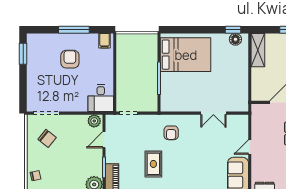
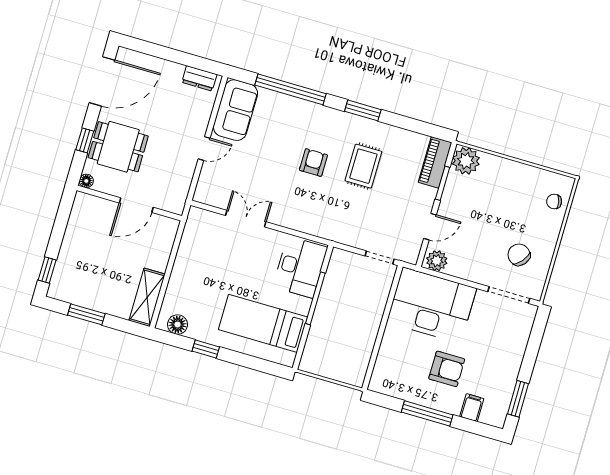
window: (233, 30) -> (206, 349), moved
filing cabinet: (105, 41) -> (472, 408), moved
bed: (186, 55) -> (263, 323), width x0.67
armchair: (70, 59) -> (447, 369), turned -90
desk: (173, 94) -> (300, 267), added
desk: (101, 98) -> (432, 305), width x1.87, depth x1.30
armchair: (171, 133) -> (313, 163), moved

